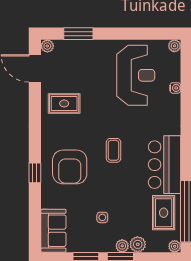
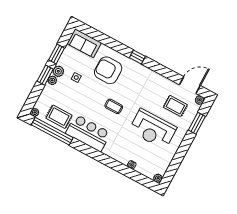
reception desk: (136, 75) -> (153, 129), moved
rug: (64, 103) -> (175, 106), moved, turned 90
armchair: (70, 167) -> (108, 70), moved
window: (35, 173) -> (137, 57), moved
plant: (138, 244) -> (58, 71), moved

